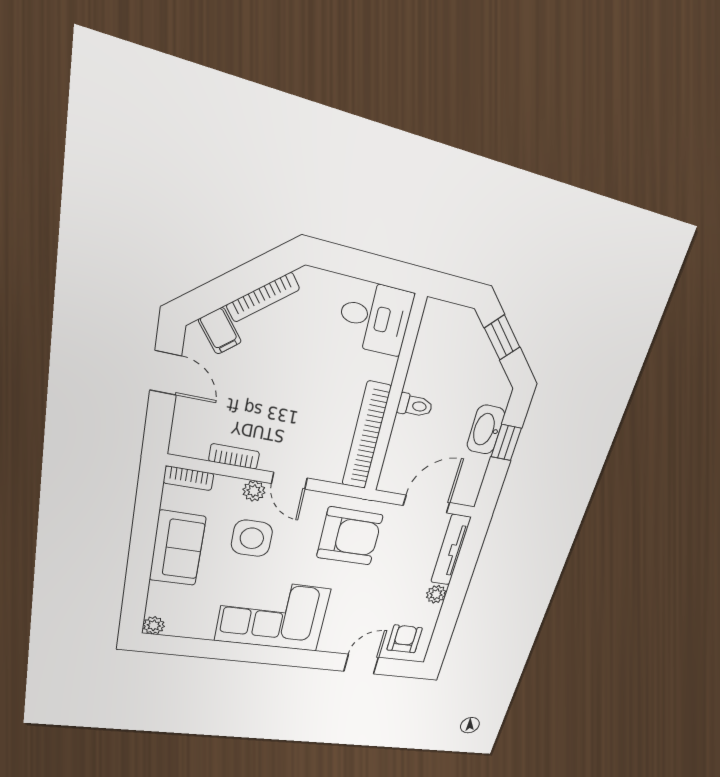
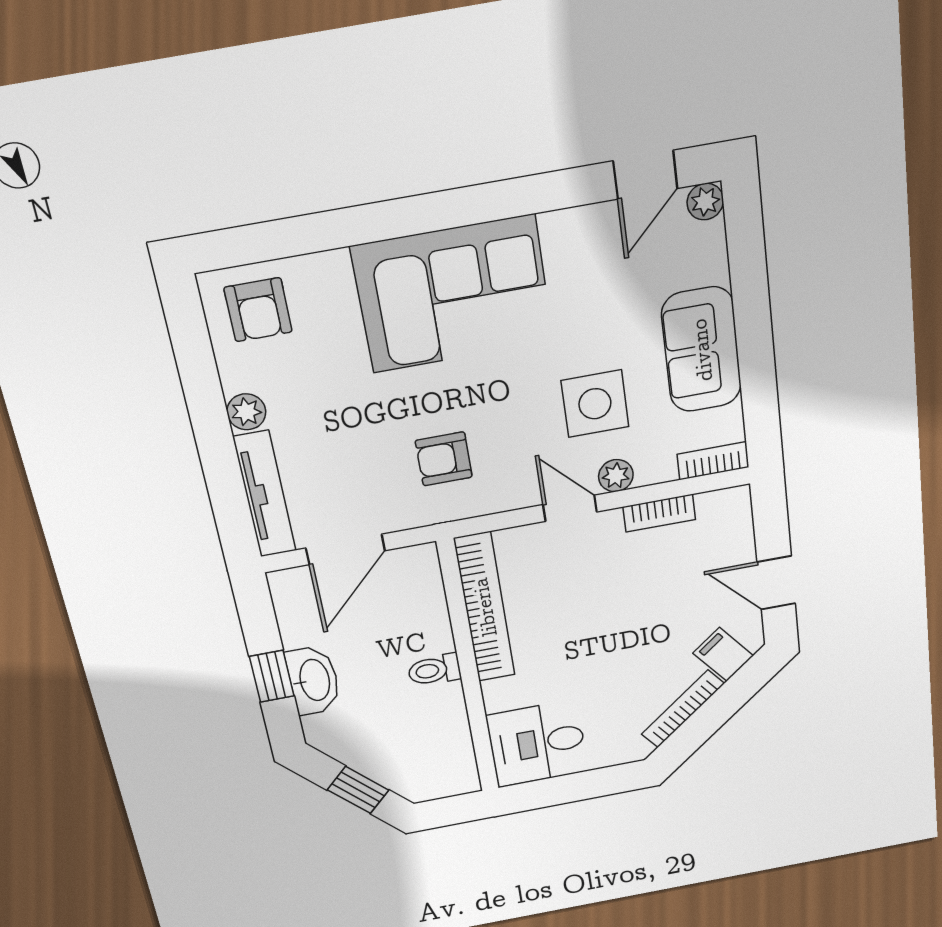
armchair: (350, 536) -> (444, 459), width x0.53, depth x0.53
corner sofa: (273, 615) -> (453, 294), moved
door: (361, 664) -> (645, 175), moved

